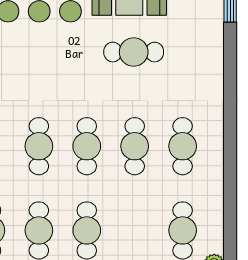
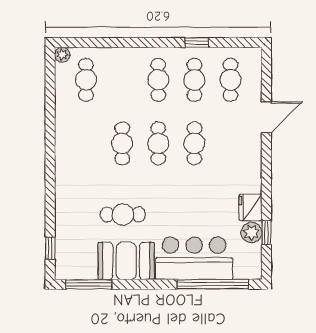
cafe table: (183, 146) -> (86, 143), removed

